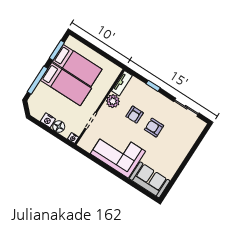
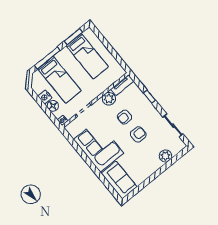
bed: (66, 84) -> (59, 80), moved
armchair: (154, 128) -> (138, 134), turned 90
plant: (189, 140) -> (165, 156), added

